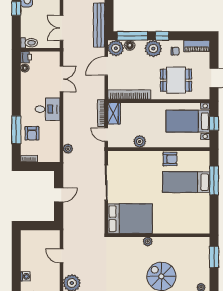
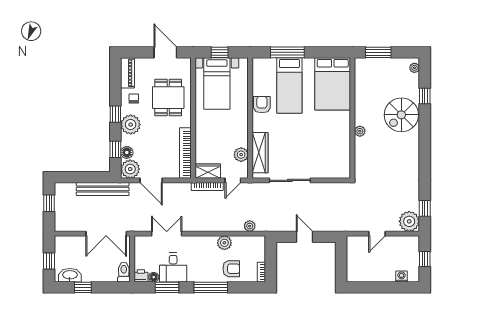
double door: (61, 28) -> (106, 234), width x1.37
window: (132, 36) -> (115, 149), width x0.46
window: (16, 79) -> (167, 287), added
desk: (48, 109) -> (173, 267), moved, turned 180
plant: (54, 127) -> (224, 243), added
window: (16, 130) -> (211, 287), moved
plant: (140, 141) -> (241, 155), moved
wardrobe: (130, 157) -> (260, 153), added
bed: (130, 219) -> (333, 84), moved, turned 180

